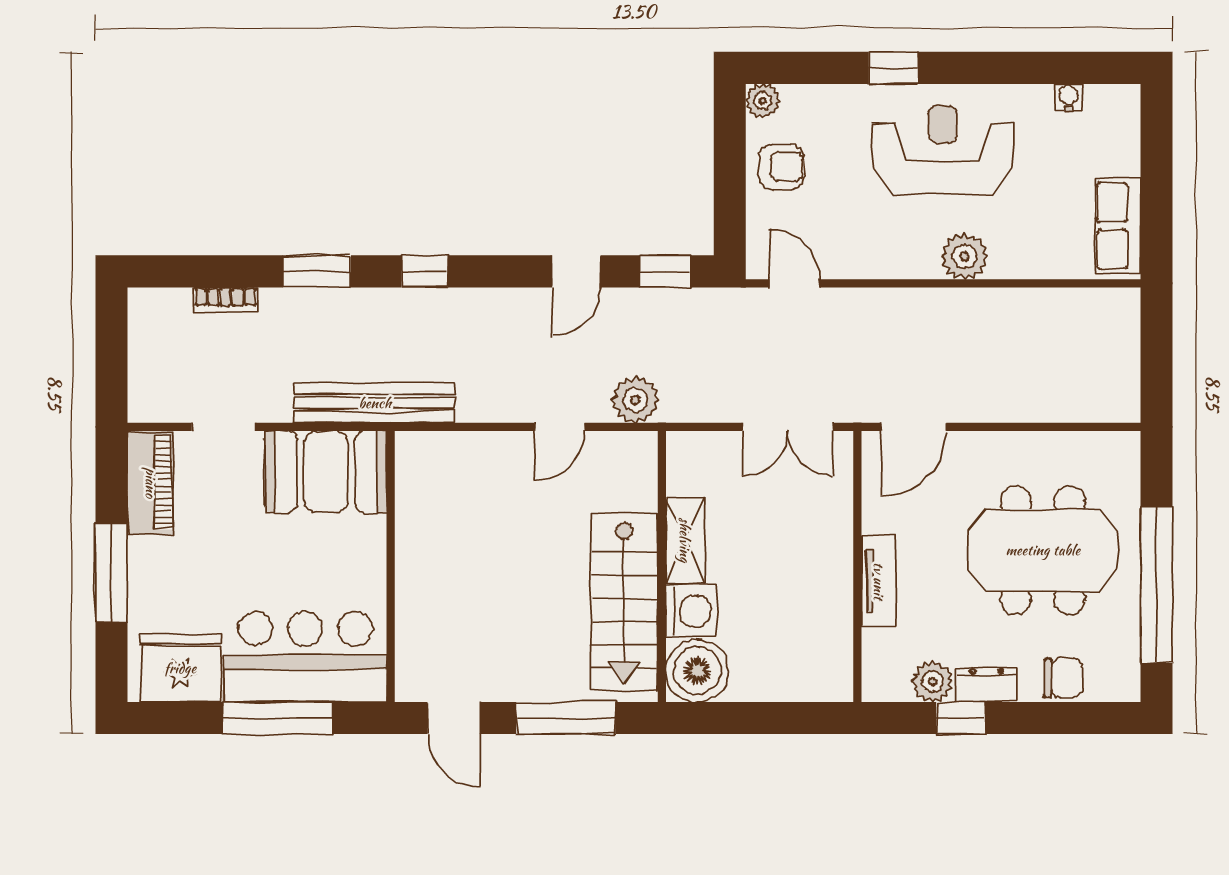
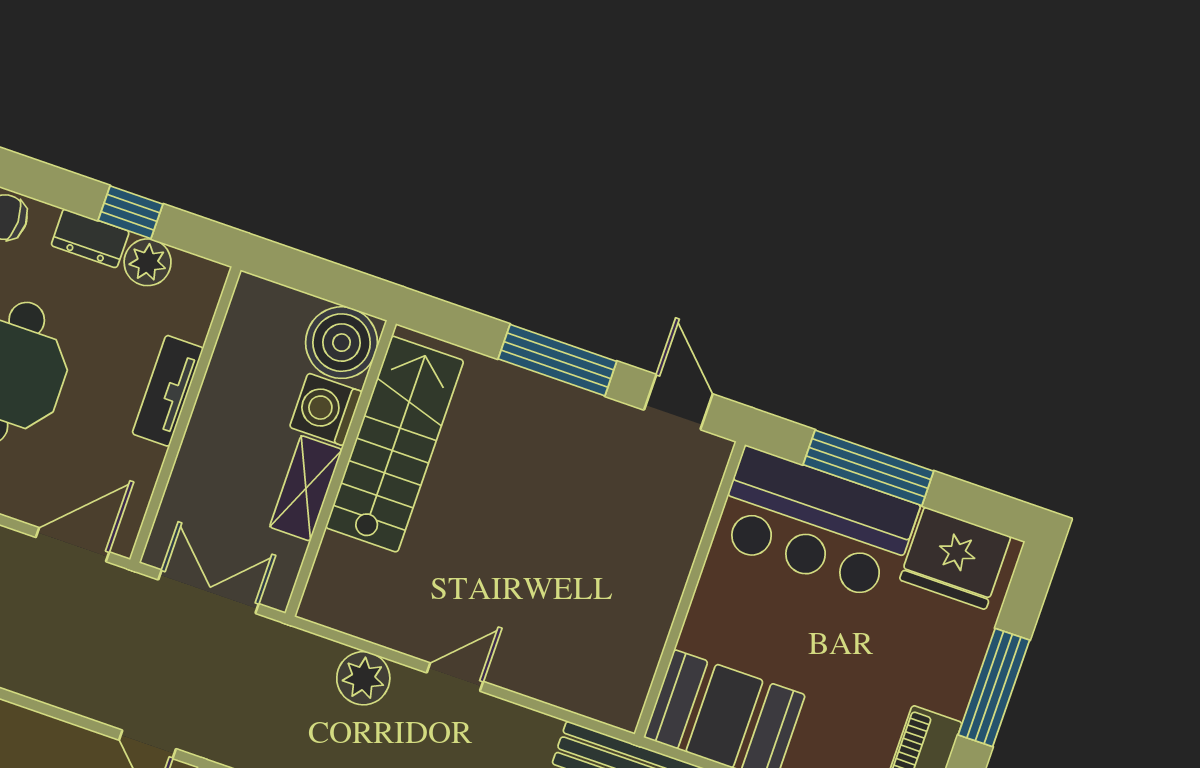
shelving: (685, 540) -> (306, 488), moved
wall: (662, 566) -> (341, 468), moved
stairs: (624, 602) -> (395, 444), moved
washing machine: (691, 611) -> (326, 409), moved
boiler: (697, 671) -> (342, 343), moved

